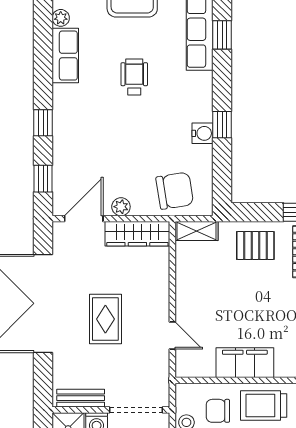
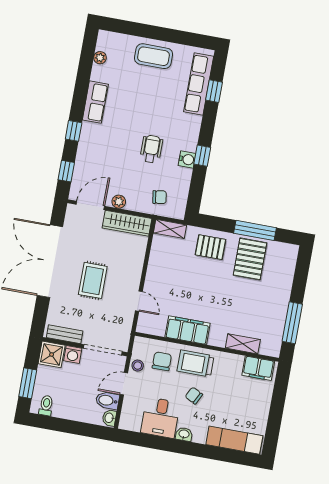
row of seats: (65, 56) -> (95, 102), moved
wheelchair: (134, 77) -> (151, 149), moved
chair: (175, 191) -> (160, 197), width x0.54, depth x0.54
chair: (218, 411) -> (162, 361), turned 90

